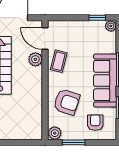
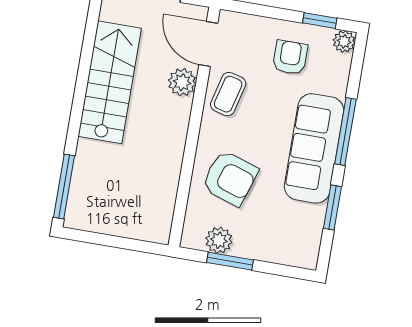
armchair: (95, 123) -> (290, 57), moved
plant: (55, 133) -> (219, 240), moved

